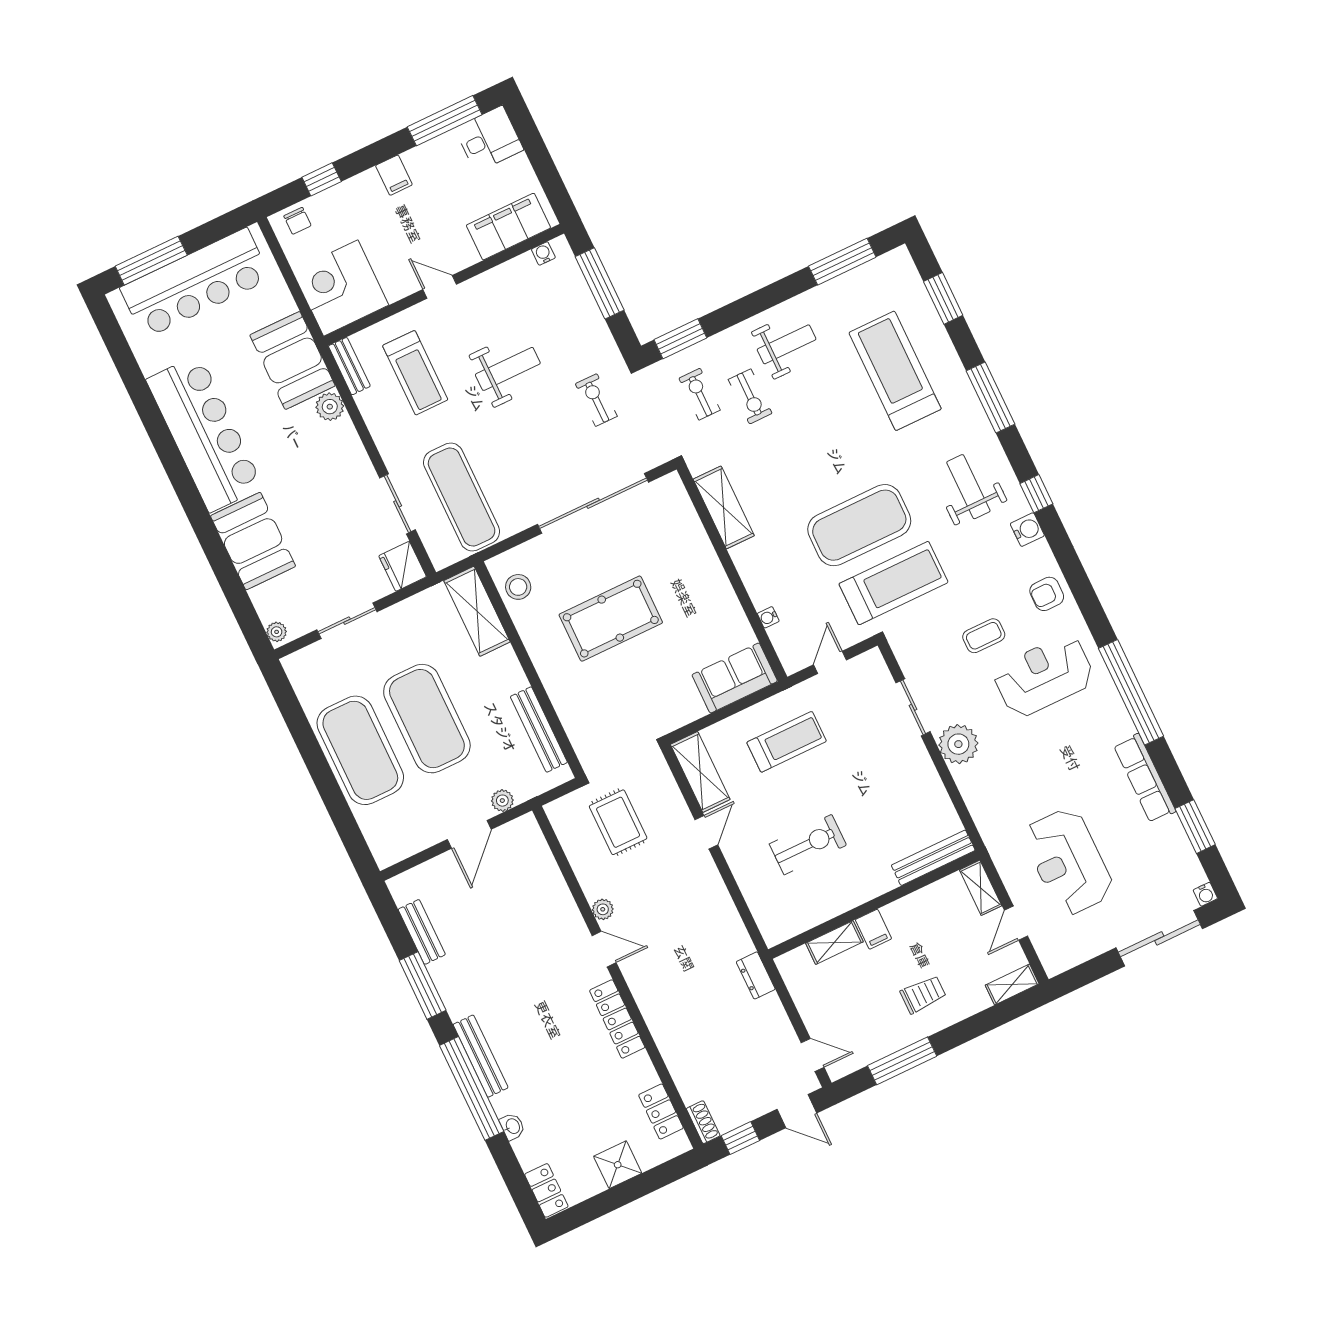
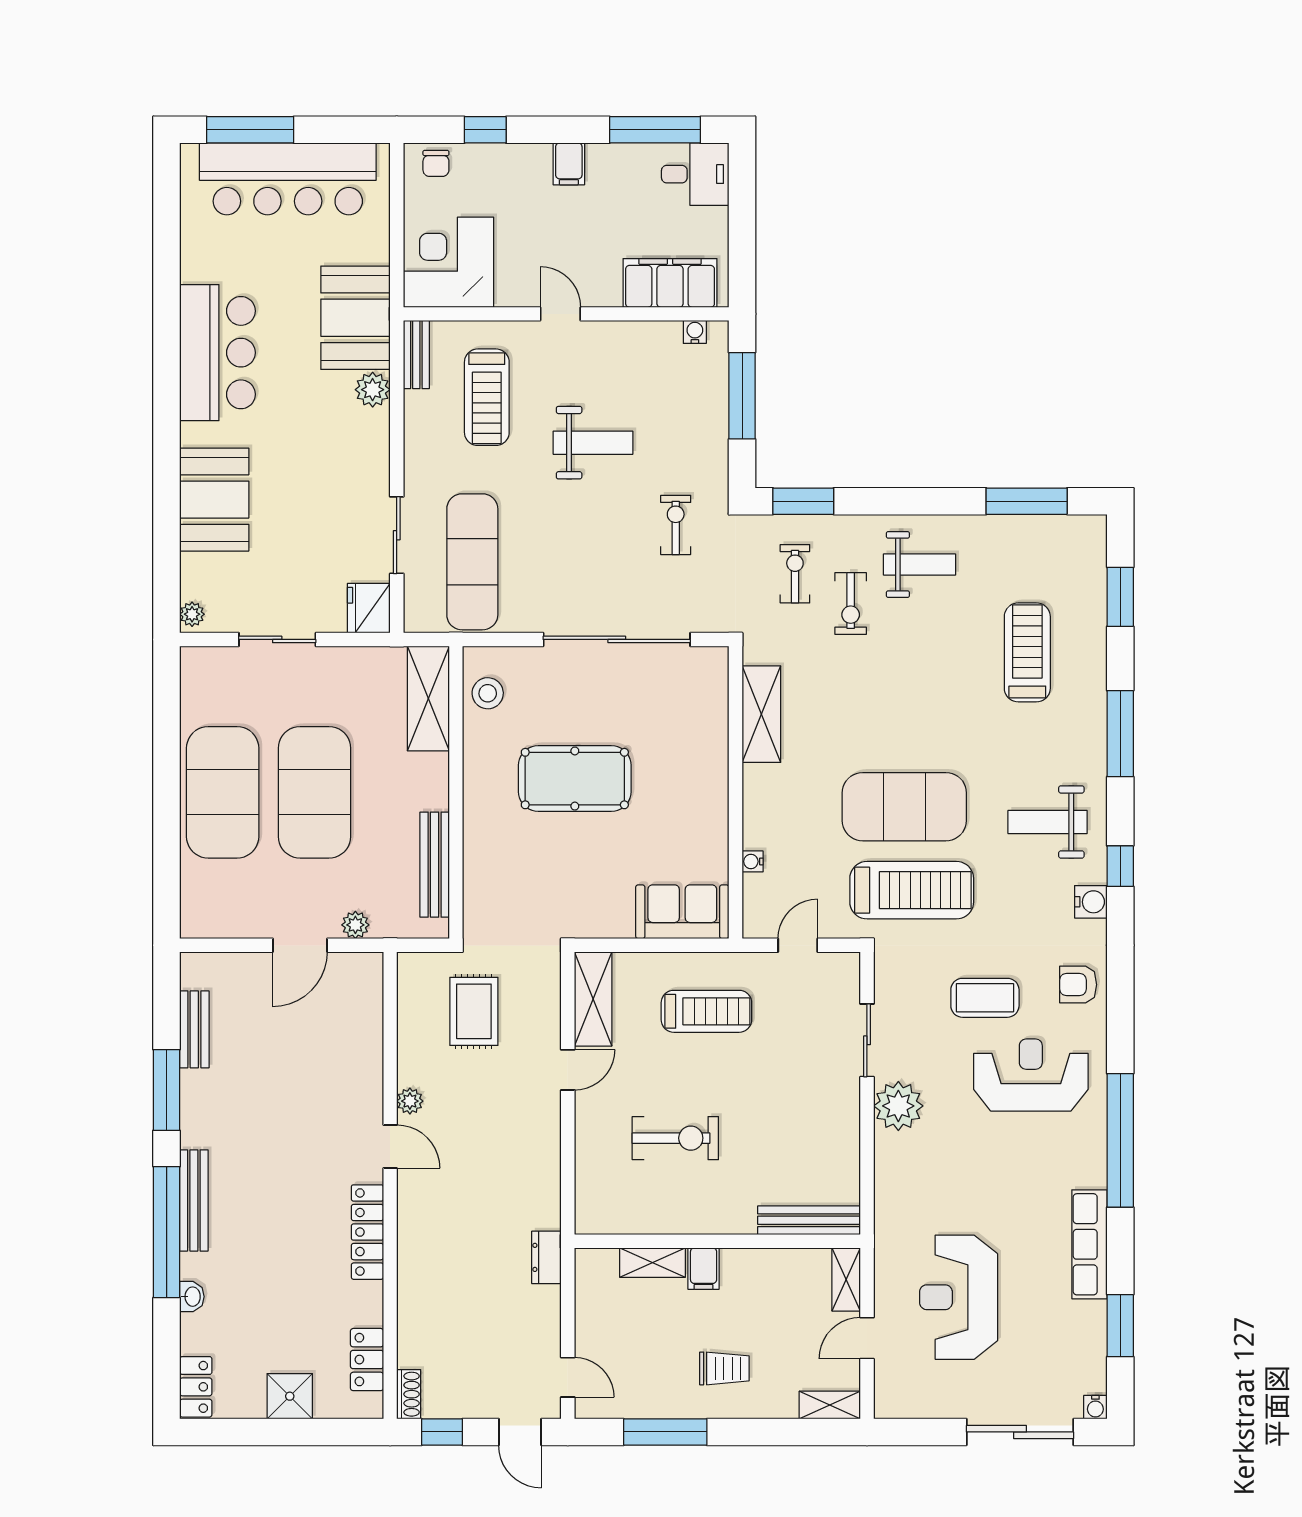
treadmill: (895, 371) -> (1027, 652), width x0.73, depth x0.73
bar counter: (205, 433) -> (217, 353), width x0.73
weight bench: (968, 487) -> (1048, 822), turned -90
coffee table: (984, 636) -> (985, 998), width x1.36, depth x1.30

